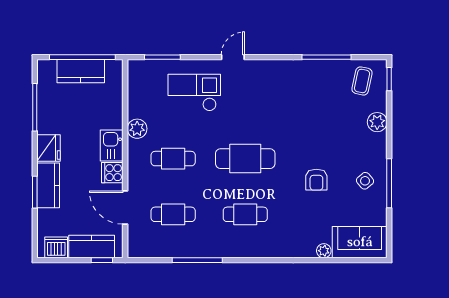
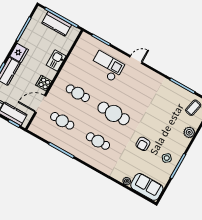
plant: (137, 129) -> (68, 68), removed
kitchen sink: (112, 145) -> (56, 60), moved
door: (125, 208) -> (40, 104), hinge flipped

